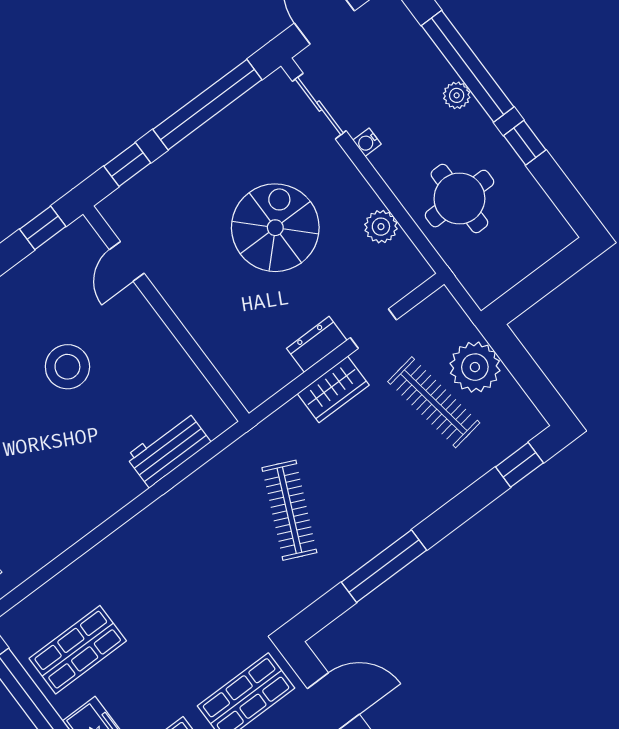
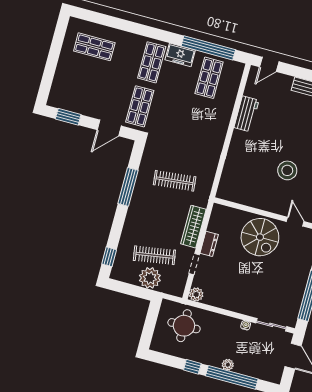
round table: (459, 199) -> (184, 326), moved
plant: (381, 227) -> (196, 294), moved
spiral stairs: (275, 228) -> (260, 237), moved
wardrobe: (333, 389) -> (193, 227), width x1.50
workbench: (168, 449) -> (246, 114), moved
clothes rail: (289, 510) -> (175, 181), turned -30

